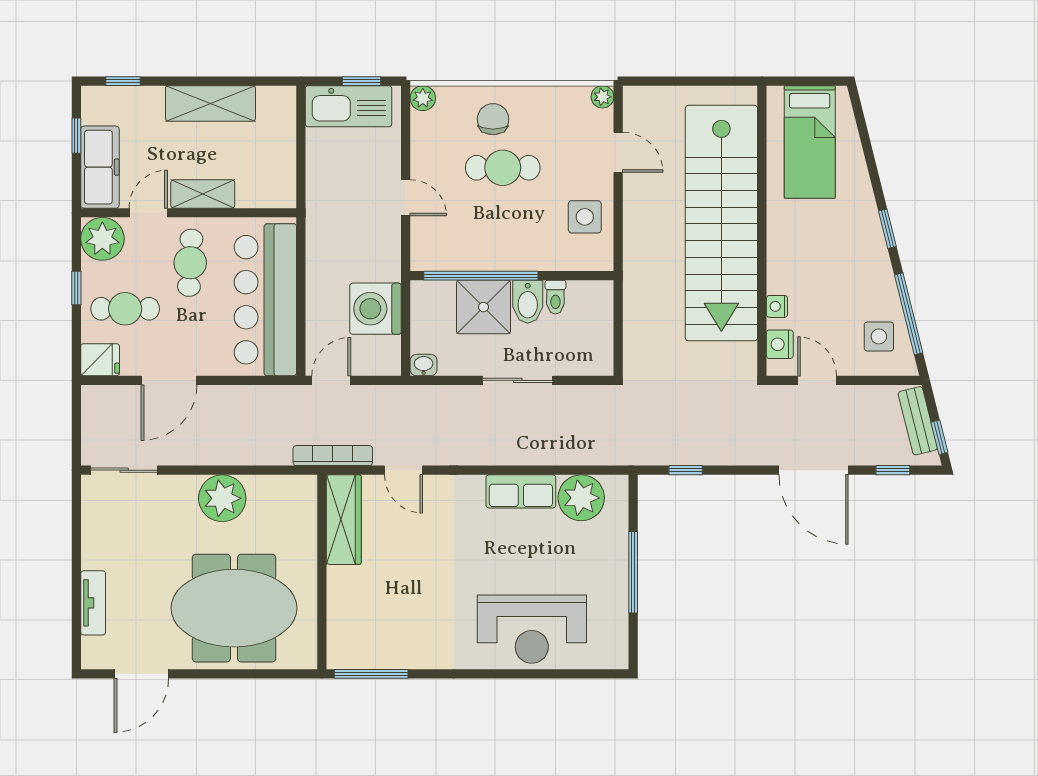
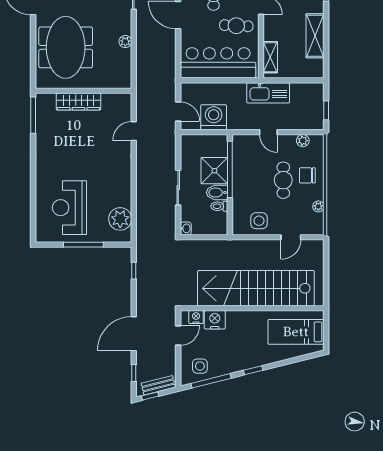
plant: (602, 97) -> (318, 206), moved
plant: (423, 98) -> (303, 141), moved
kitchen sink: (348, 106) -> (268, 93), moved, turned -90
chair: (493, 119) -> (307, 175), turned 180
shelving: (203, 194) -> (270, 57), moved
door: (406, 198) -> (268, 132), hinge flipped
nightstand: (777, 306) -> (215, 320), width x1.89, depth x1.79
washbasin: (424, 365) -> (186, 228), moved
door: (331, 380) -> (178, 112), moved
bookcase: (333, 456) -> (141, 96), removed
row of seats: (521, 491) -> (123, 189), removed
plant: (222, 498) -> (125, 42), width x0.53, depth x0.53
wardrobe: (344, 520) -> (78, 102), moved
reception desk: (532, 629) -> (69, 208), moved

